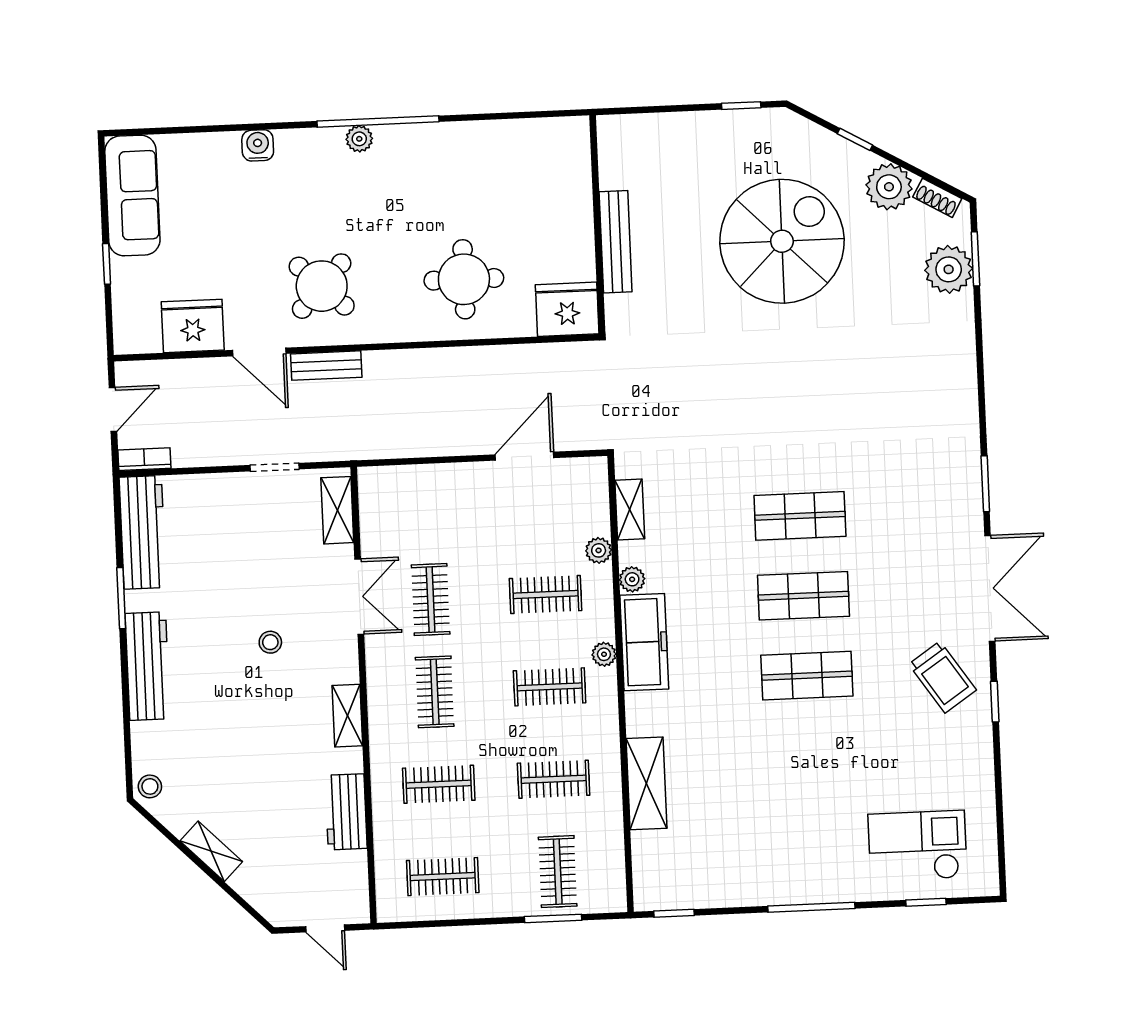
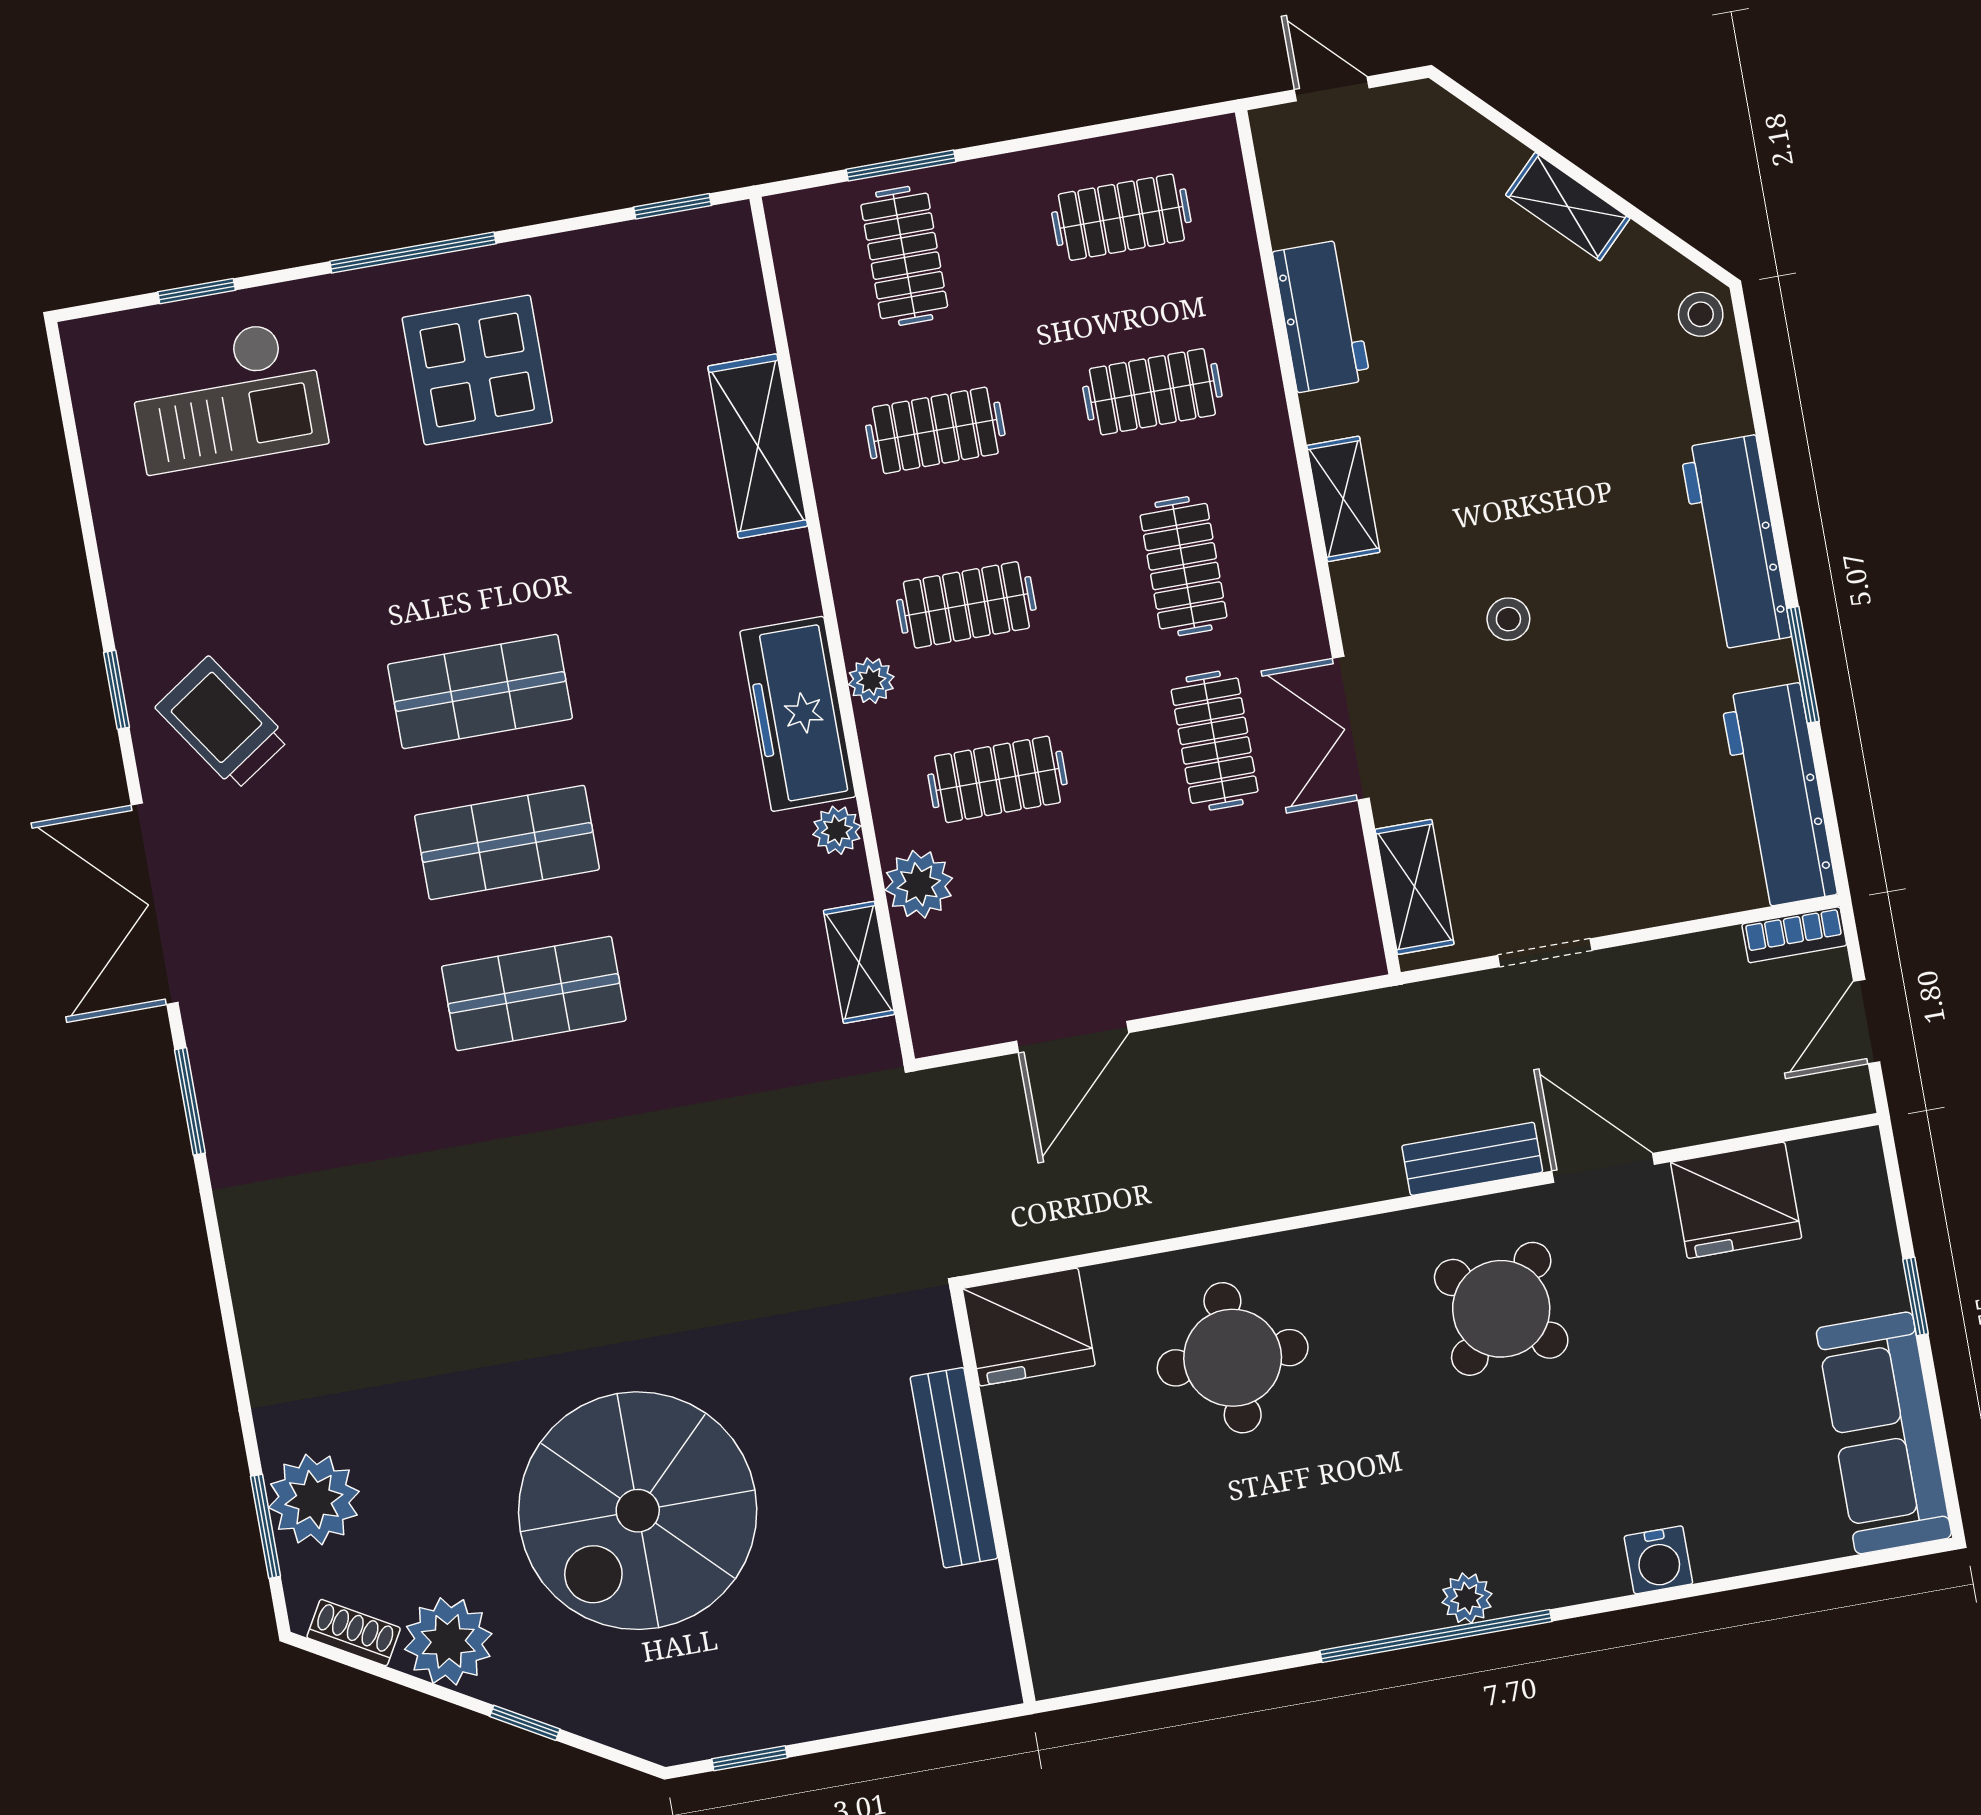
plant: (599, 550) -> (919, 884), width x1.38, depth x1.38
display table: (786, 842) -> (477, 370), added

